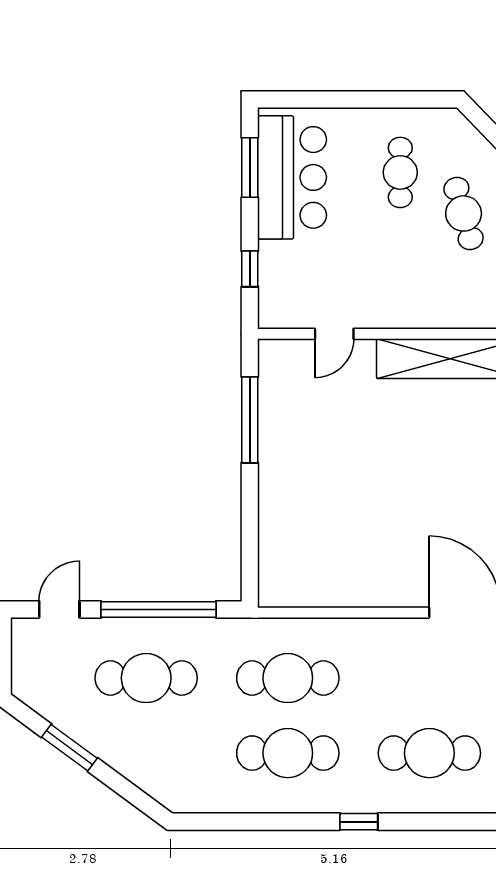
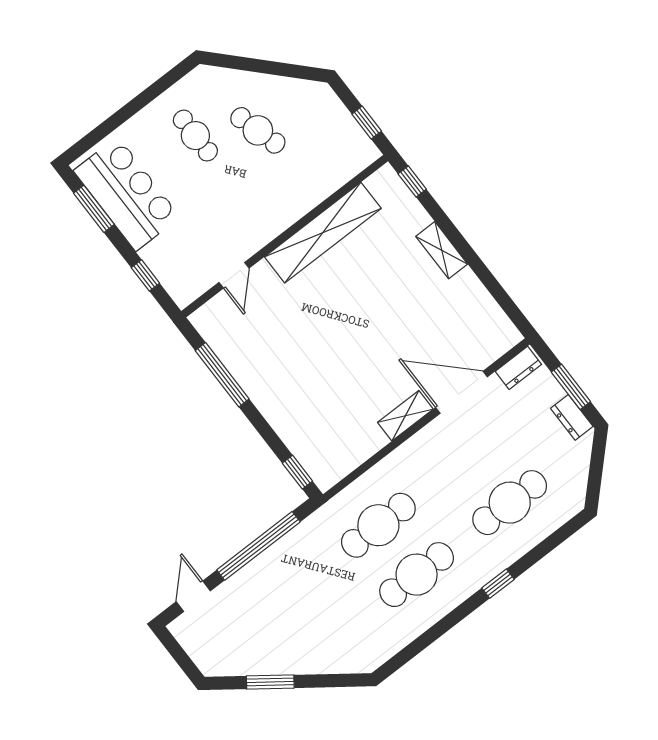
window: (250, 568) -> (297, 472), added
shelving: (394, 594) -> (405, 416), added
cafe table: (146, 678) -> (285, 597), removed

